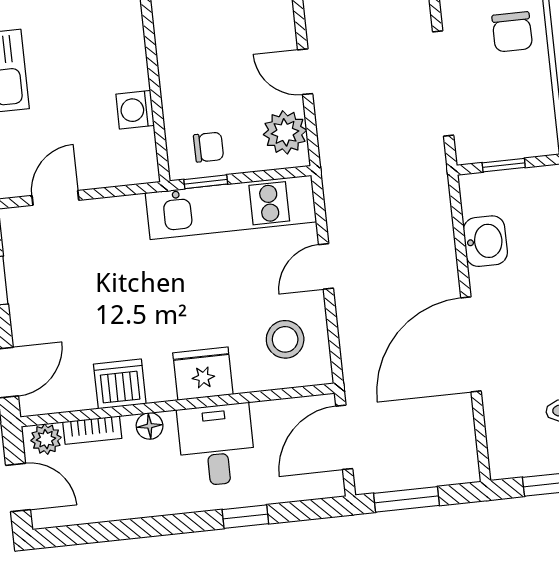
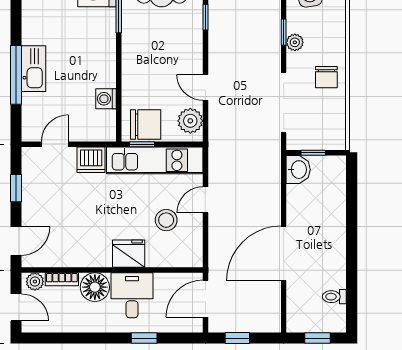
chair: (209, 147) -> (146, 125), width x1.87, depth x1.87
washbasin: (485, 241) -> (298, 170), moved
stool: (285, 339) -> (166, 220), moved
dishwasher: (120, 384) -> (91, 160), moved, turned 180
floor lamp: (150, 426) -> (95, 287), width x1.89, depth x1.89
window: (406, 499) -> (237, 338), width x0.67

